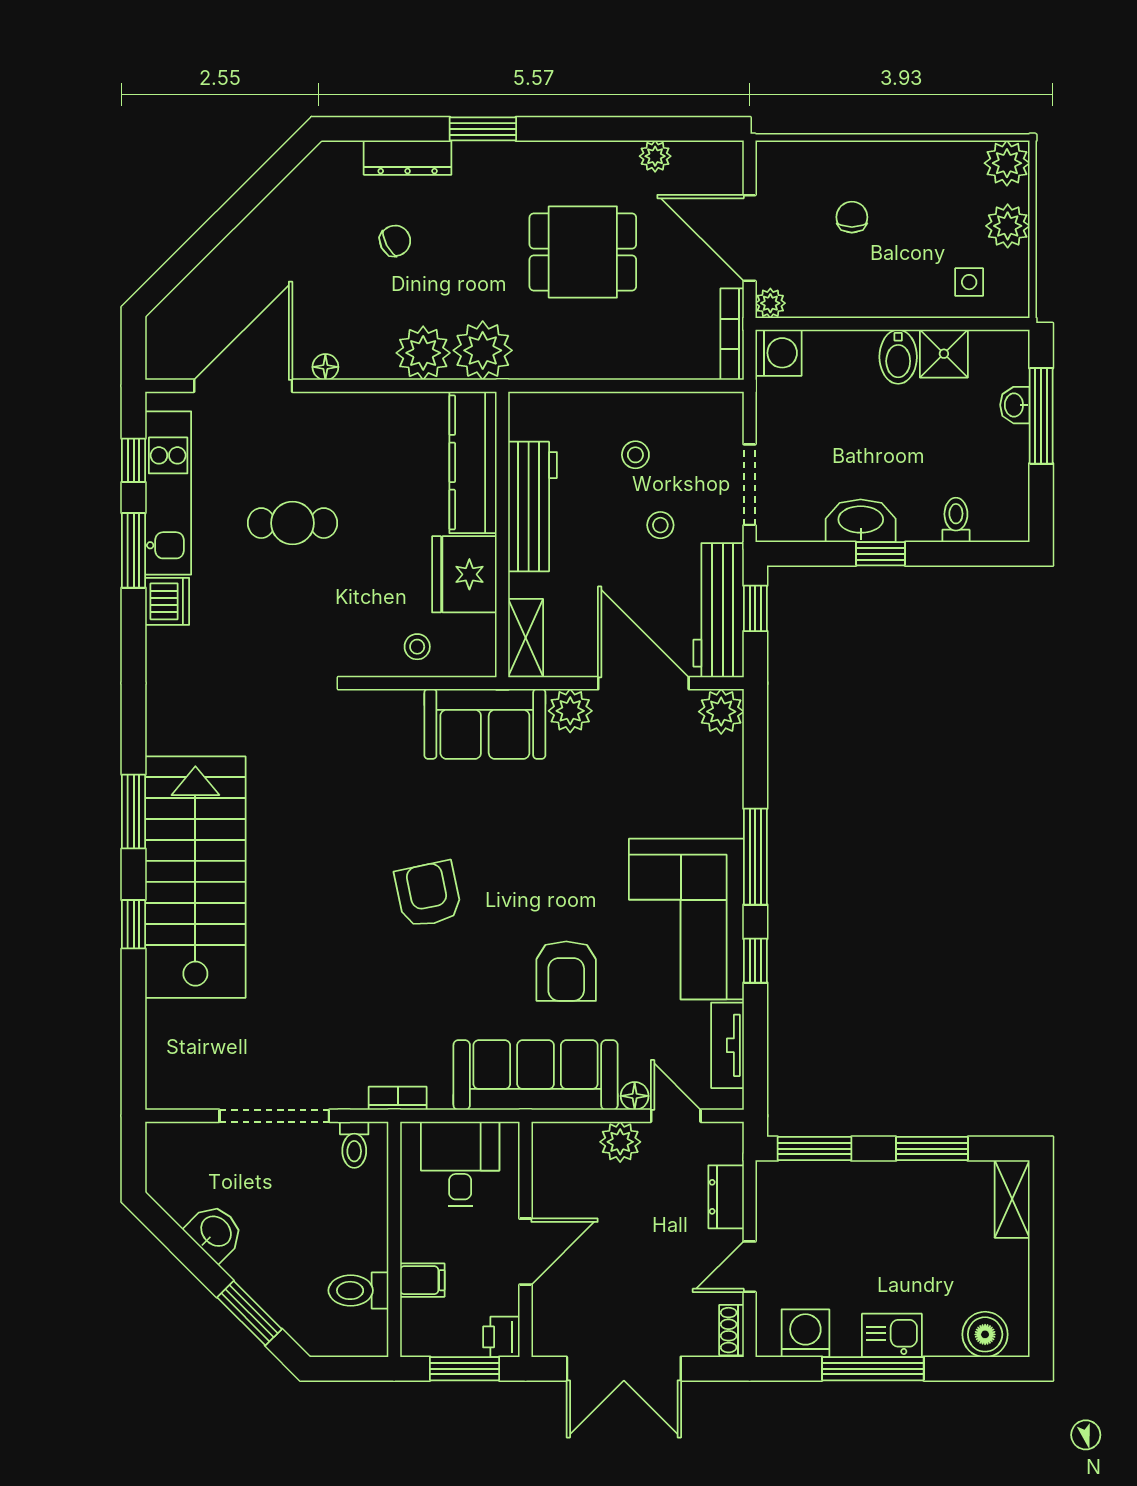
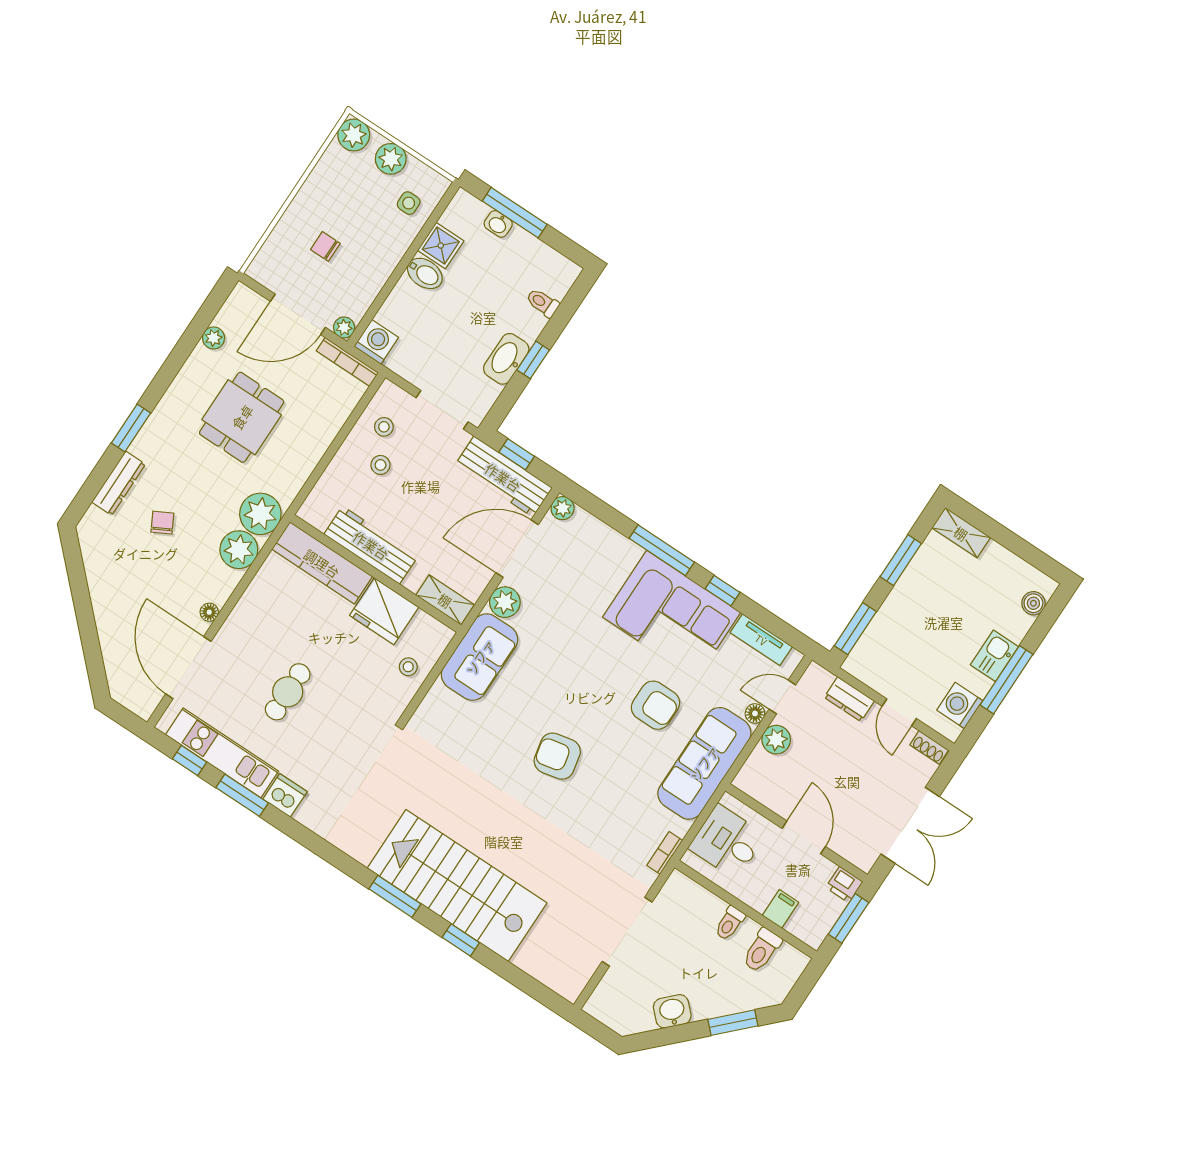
stool: (660, 525) -> (384, 427), moved
plant: (721, 712) -> (563, 508), width x0.73, depth x0.73
toilet: (354, 1145) -> (730, 923), moved, turned 90
boiler: (985, 1334) -> (1033, 603), width x0.73, depth x0.73

